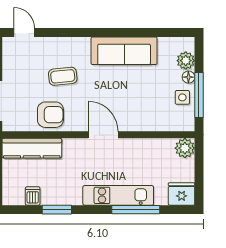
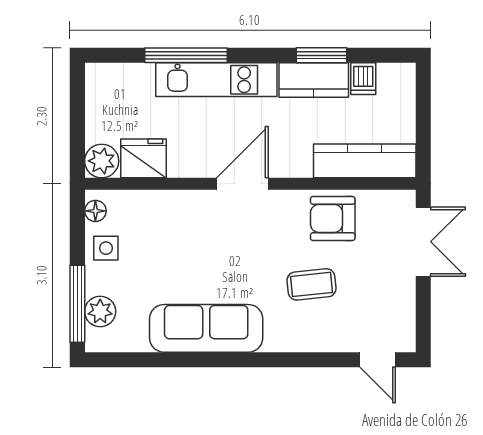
floor lamp: (188, 77) -> (95, 211), moved
window: (199, 95) -> (77, 304), moved
door: (103, 135) -> (242, 184), swing flipped
fridge: (182, 194) -> (144, 158), moved, turned 180
kitchen counter: (61, 195) -> (314, 80), added

